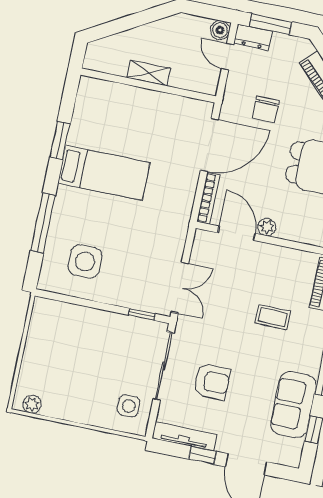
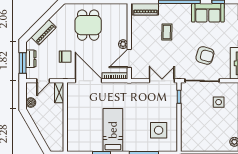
boiler: (220, 30) -> (31, 102), moved
dresser: (253, 37) -> (31, 59), moved
shelving: (149, 73) -> (59, 93), moved
armchair: (212, 382) -> (205, 55), turned 106
side table: (129, 406) -> (219, 102), moved

